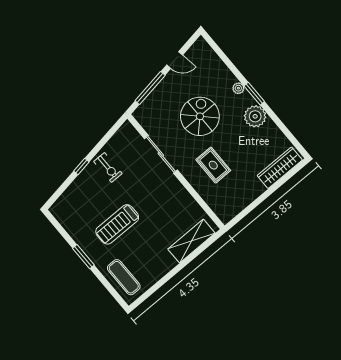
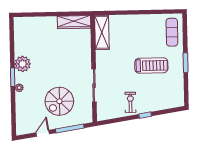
door: (175, 60) -> (43, 133), hinge flipped
spiral stairs: (200, 116) -> (59, 101), moved
rug: (213, 165) -> (69, 55), removed
wardrobe: (280, 168) -> (74, 22), moved
shelving: (191, 241) -> (102, 32), moved, turned 90

